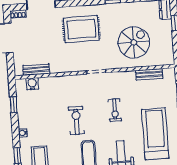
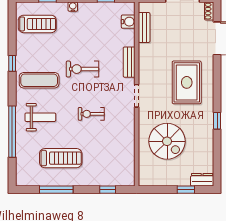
bench: (149, 74) -> (129, 62), moved
exercise bike: (76, 121) -> (82, 69), turned 180
treadmill: (155, 134) -> (61, 158), width x0.73, depth x0.73

